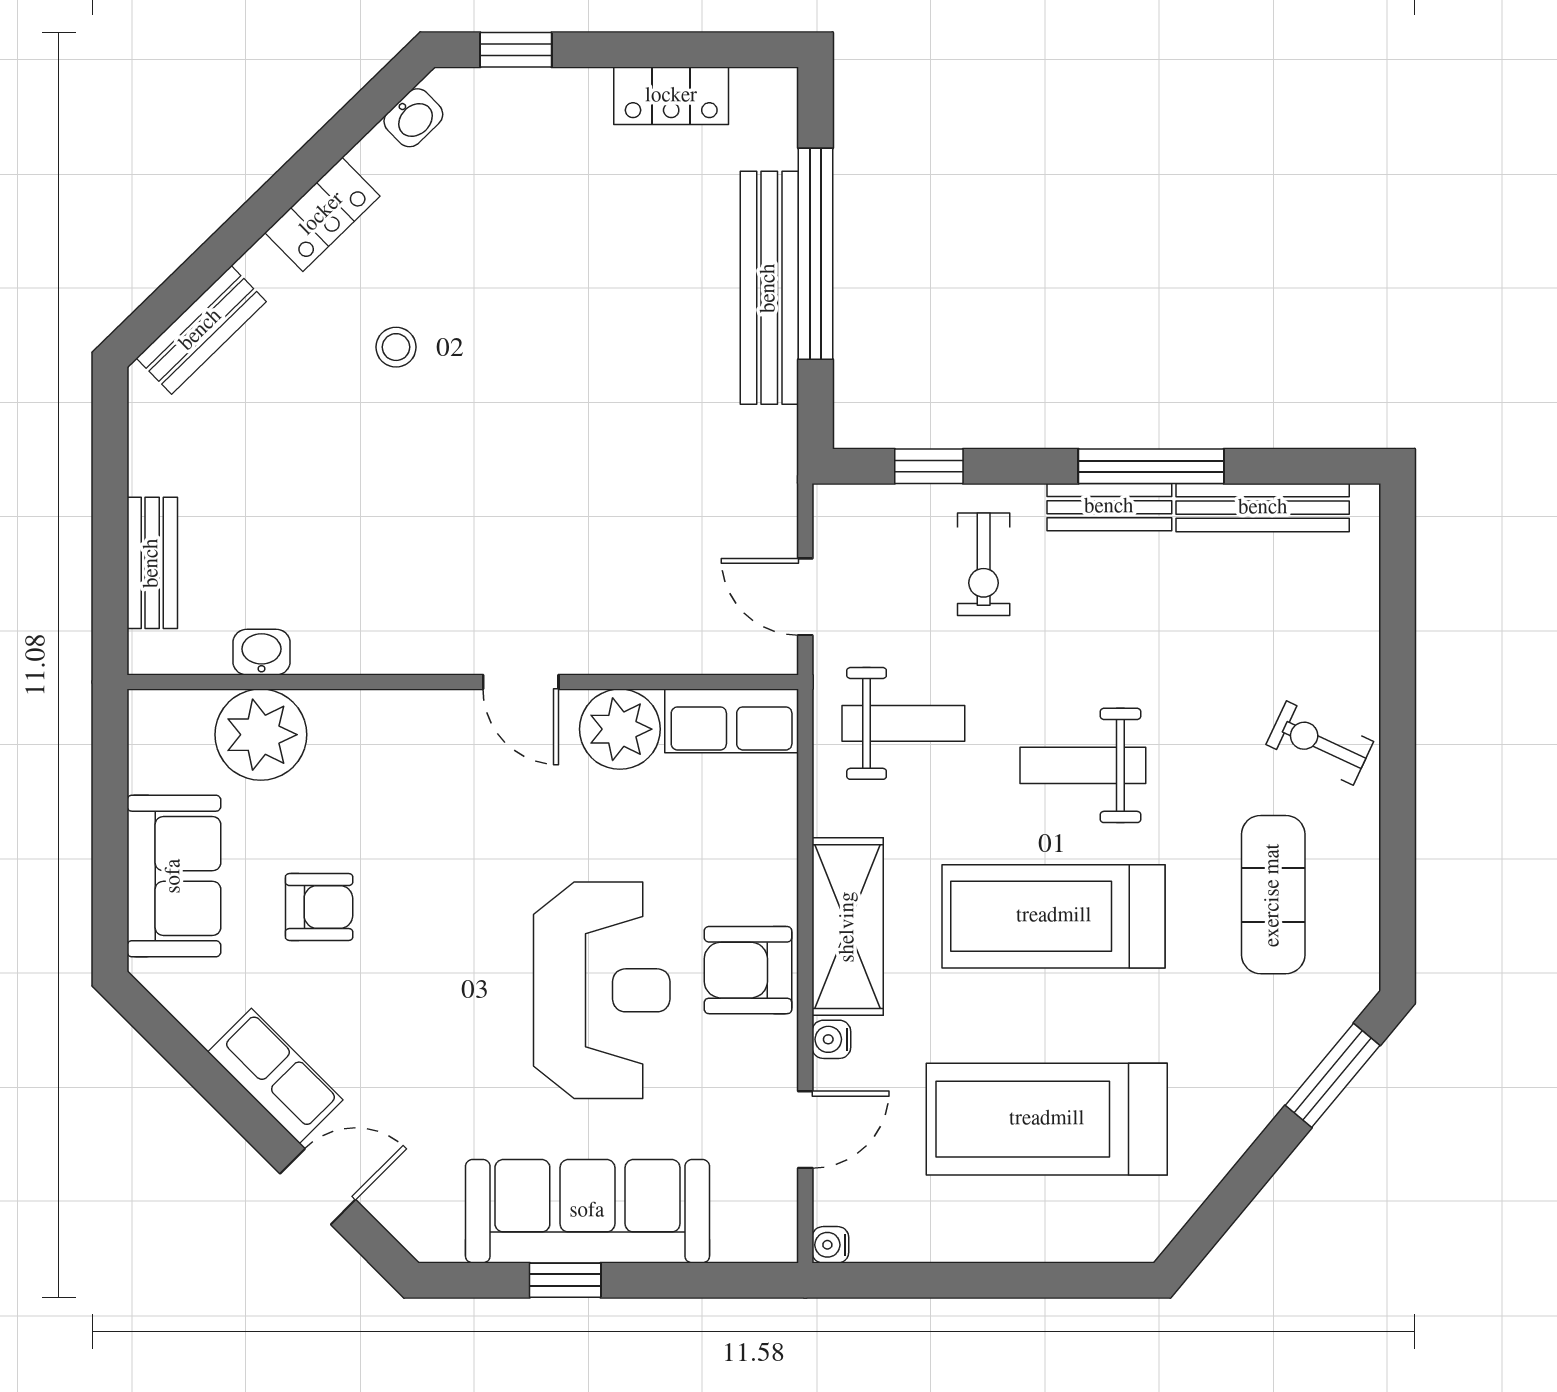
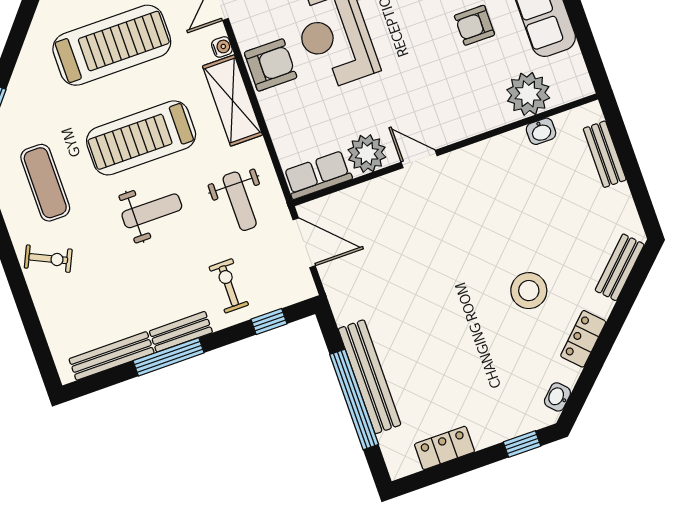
stool: (396, 347) -> (529, 291), width x1.89, depth x1.89
door: (805, 597) -> (304, 243), width x1.38
weight bench: (903, 723) -> (240, 201), turned -90
treadmill: (1054, 916) -> (141, 138), turned 180

